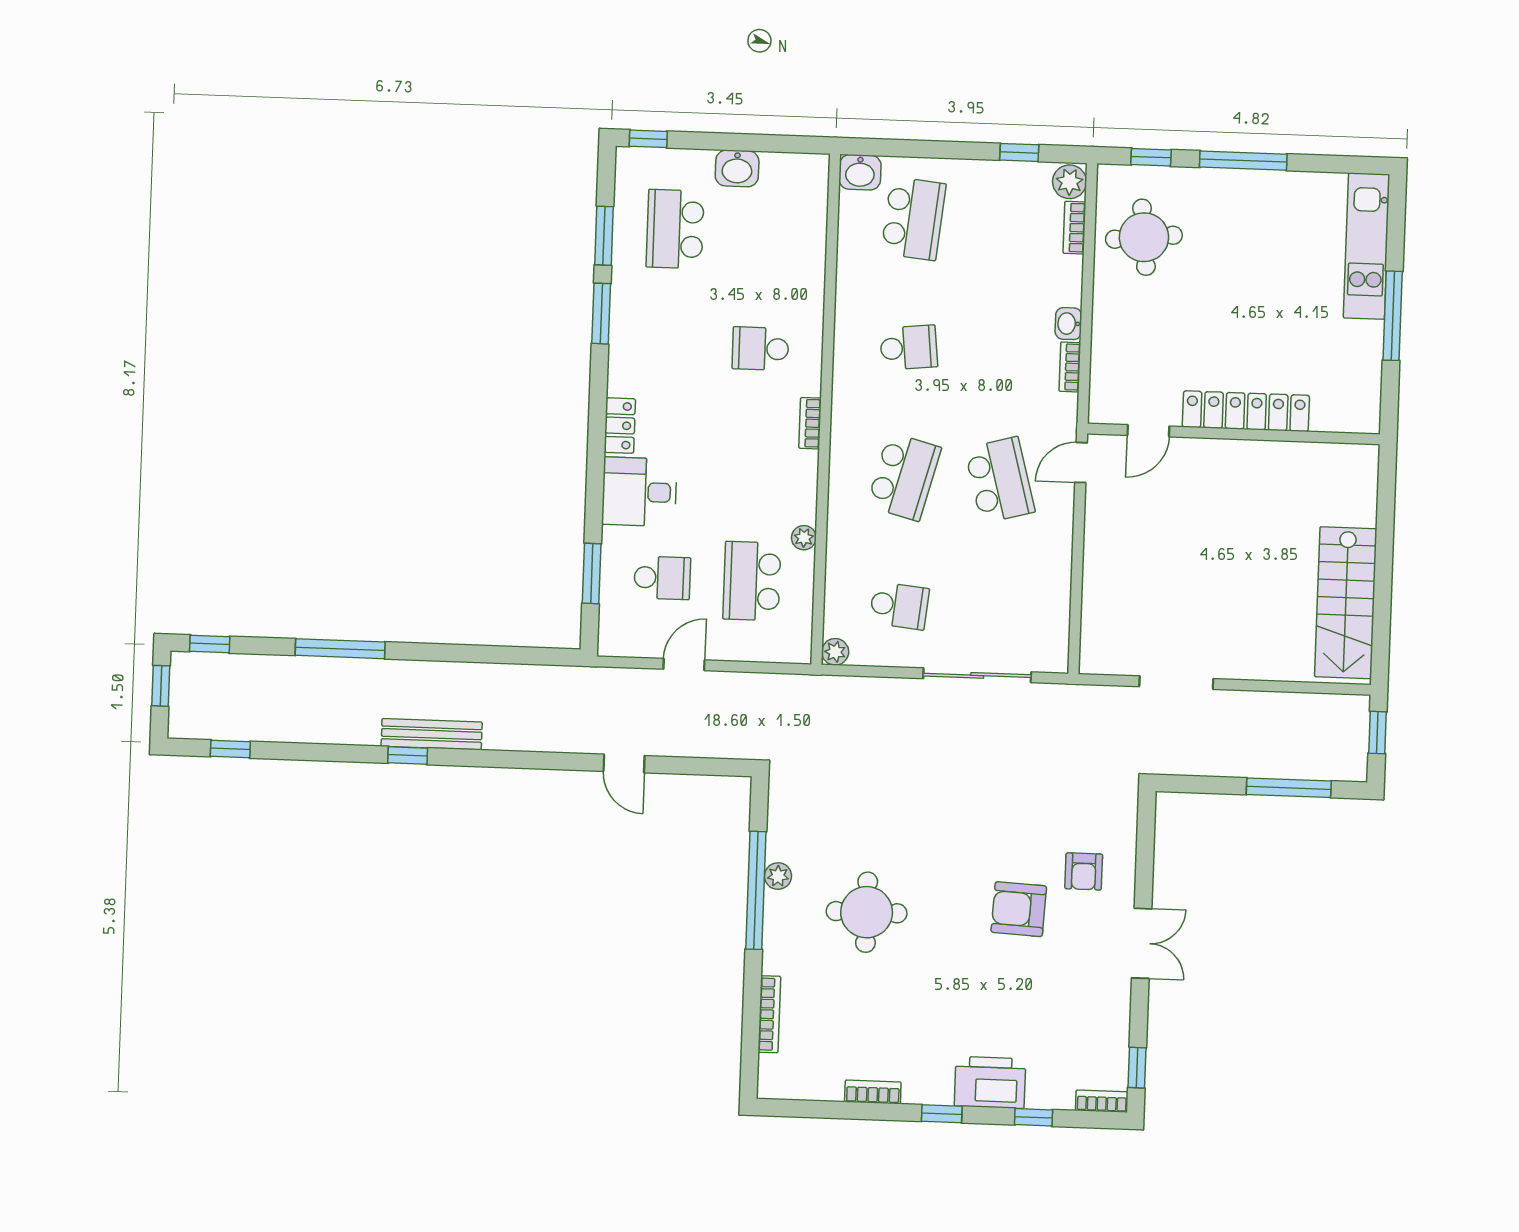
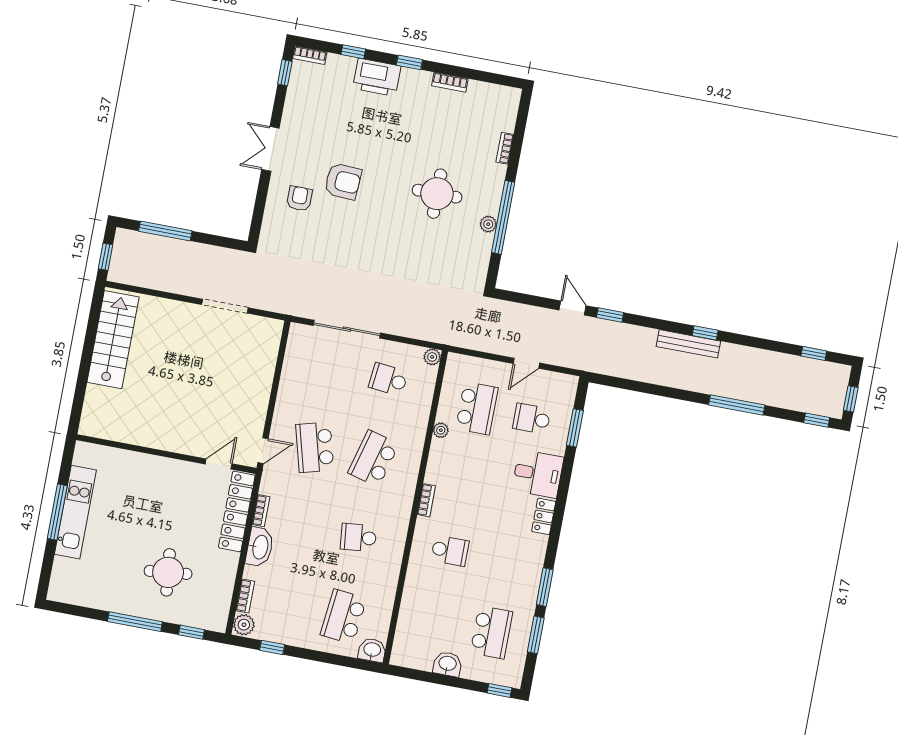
round table: (1144, 237) -> (168, 572), moved
kitchen unit: (1367, 246) -> (75, 512), moved
washbasin: (1068, 324) -> (260, 547), width x1.91, depth x1.45
locker: (1246, 411) -> (237, 511), moved, turned 90
window: (563, 761) -> (610, 315), added
bookcase: (769, 1014) -> (505, 148), width x0.64

